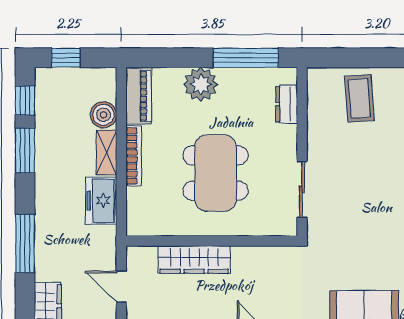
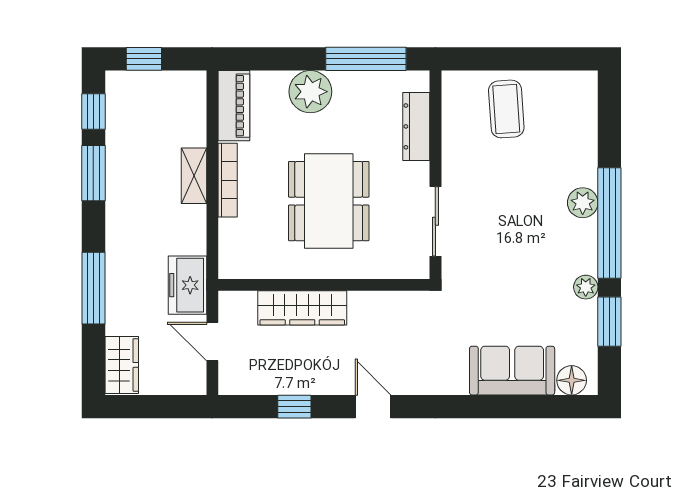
dresser: (287, 104) -> (416, 126), width x1.44
boiler: (103, 115) -> (190, 129), removed
freezer: (101, 201) -> (187, 285), moved

